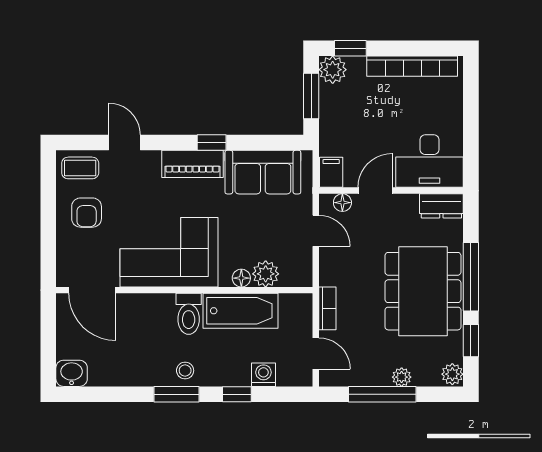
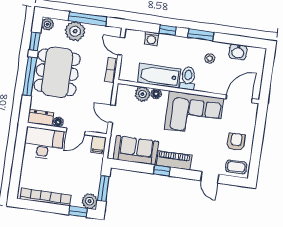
floor lamp: (342, 203) -> (58, 122), moved
door: (92, 290) -> (239, 99), hinge flipped
stool: (185, 371) -> (210, 58), moved
washbasin: (72, 373) -> (238, 52), moved
plant: (402, 377) -> (75, 31), width x1.88, depth x1.88

